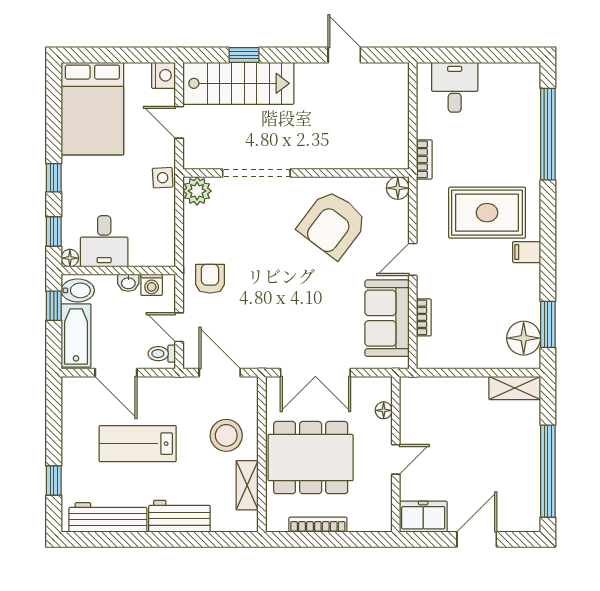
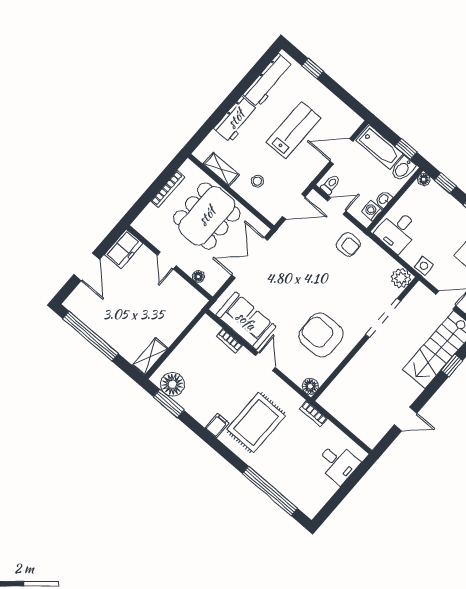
armchair: (333, 224) -> (321, 335), turned -37
desk: (104, 241) -> (397, 231), moved, turned -90
stool: (226, 435) -> (257, 181), width x0.53, depth x0.53

